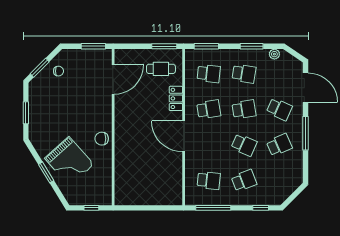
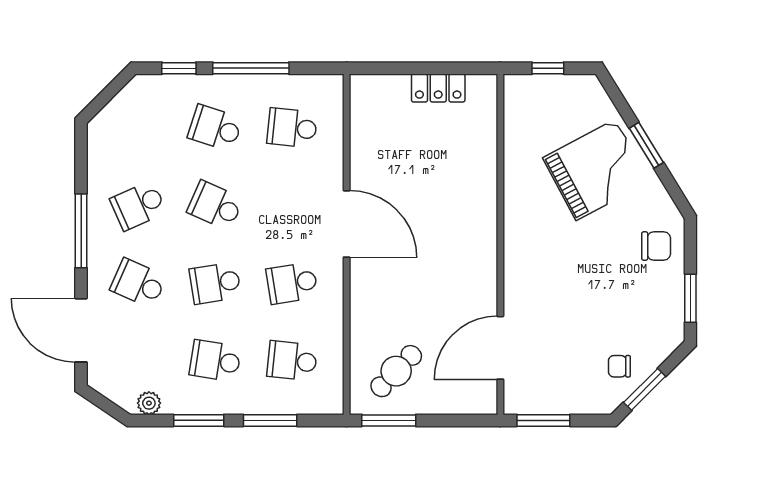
window: (206, 46) -> (270, 420), moved
window: (40, 68) -> (645, 389), moved
cafe table: (161, 69) -> (396, 371), turned -46
locker: (176, 98) -> (438, 88), moved, turned 90
window: (26, 113) -> (690, 298), moved
chair: (102, 139) -> (656, 246), moved
grand piano: (69, 161) -> (596, 170), turned 104
school desk: (244, 180) -> (215, 128), turned 39
window: (213, 208) -> (251, 68), moved

